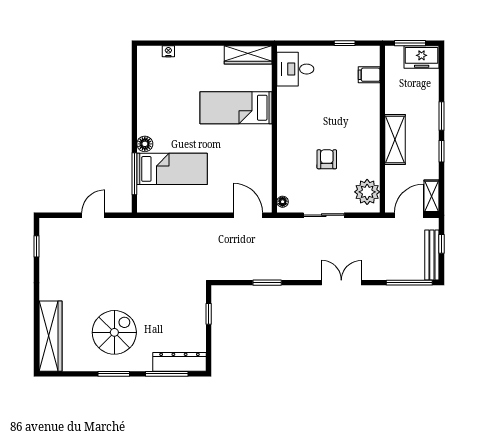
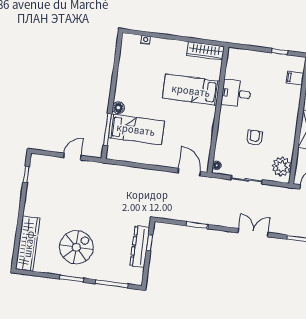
desk: (295, 69) -> (236, 94), moved
dresser: (179, 362) -> (140, 247), moved, turned -90

